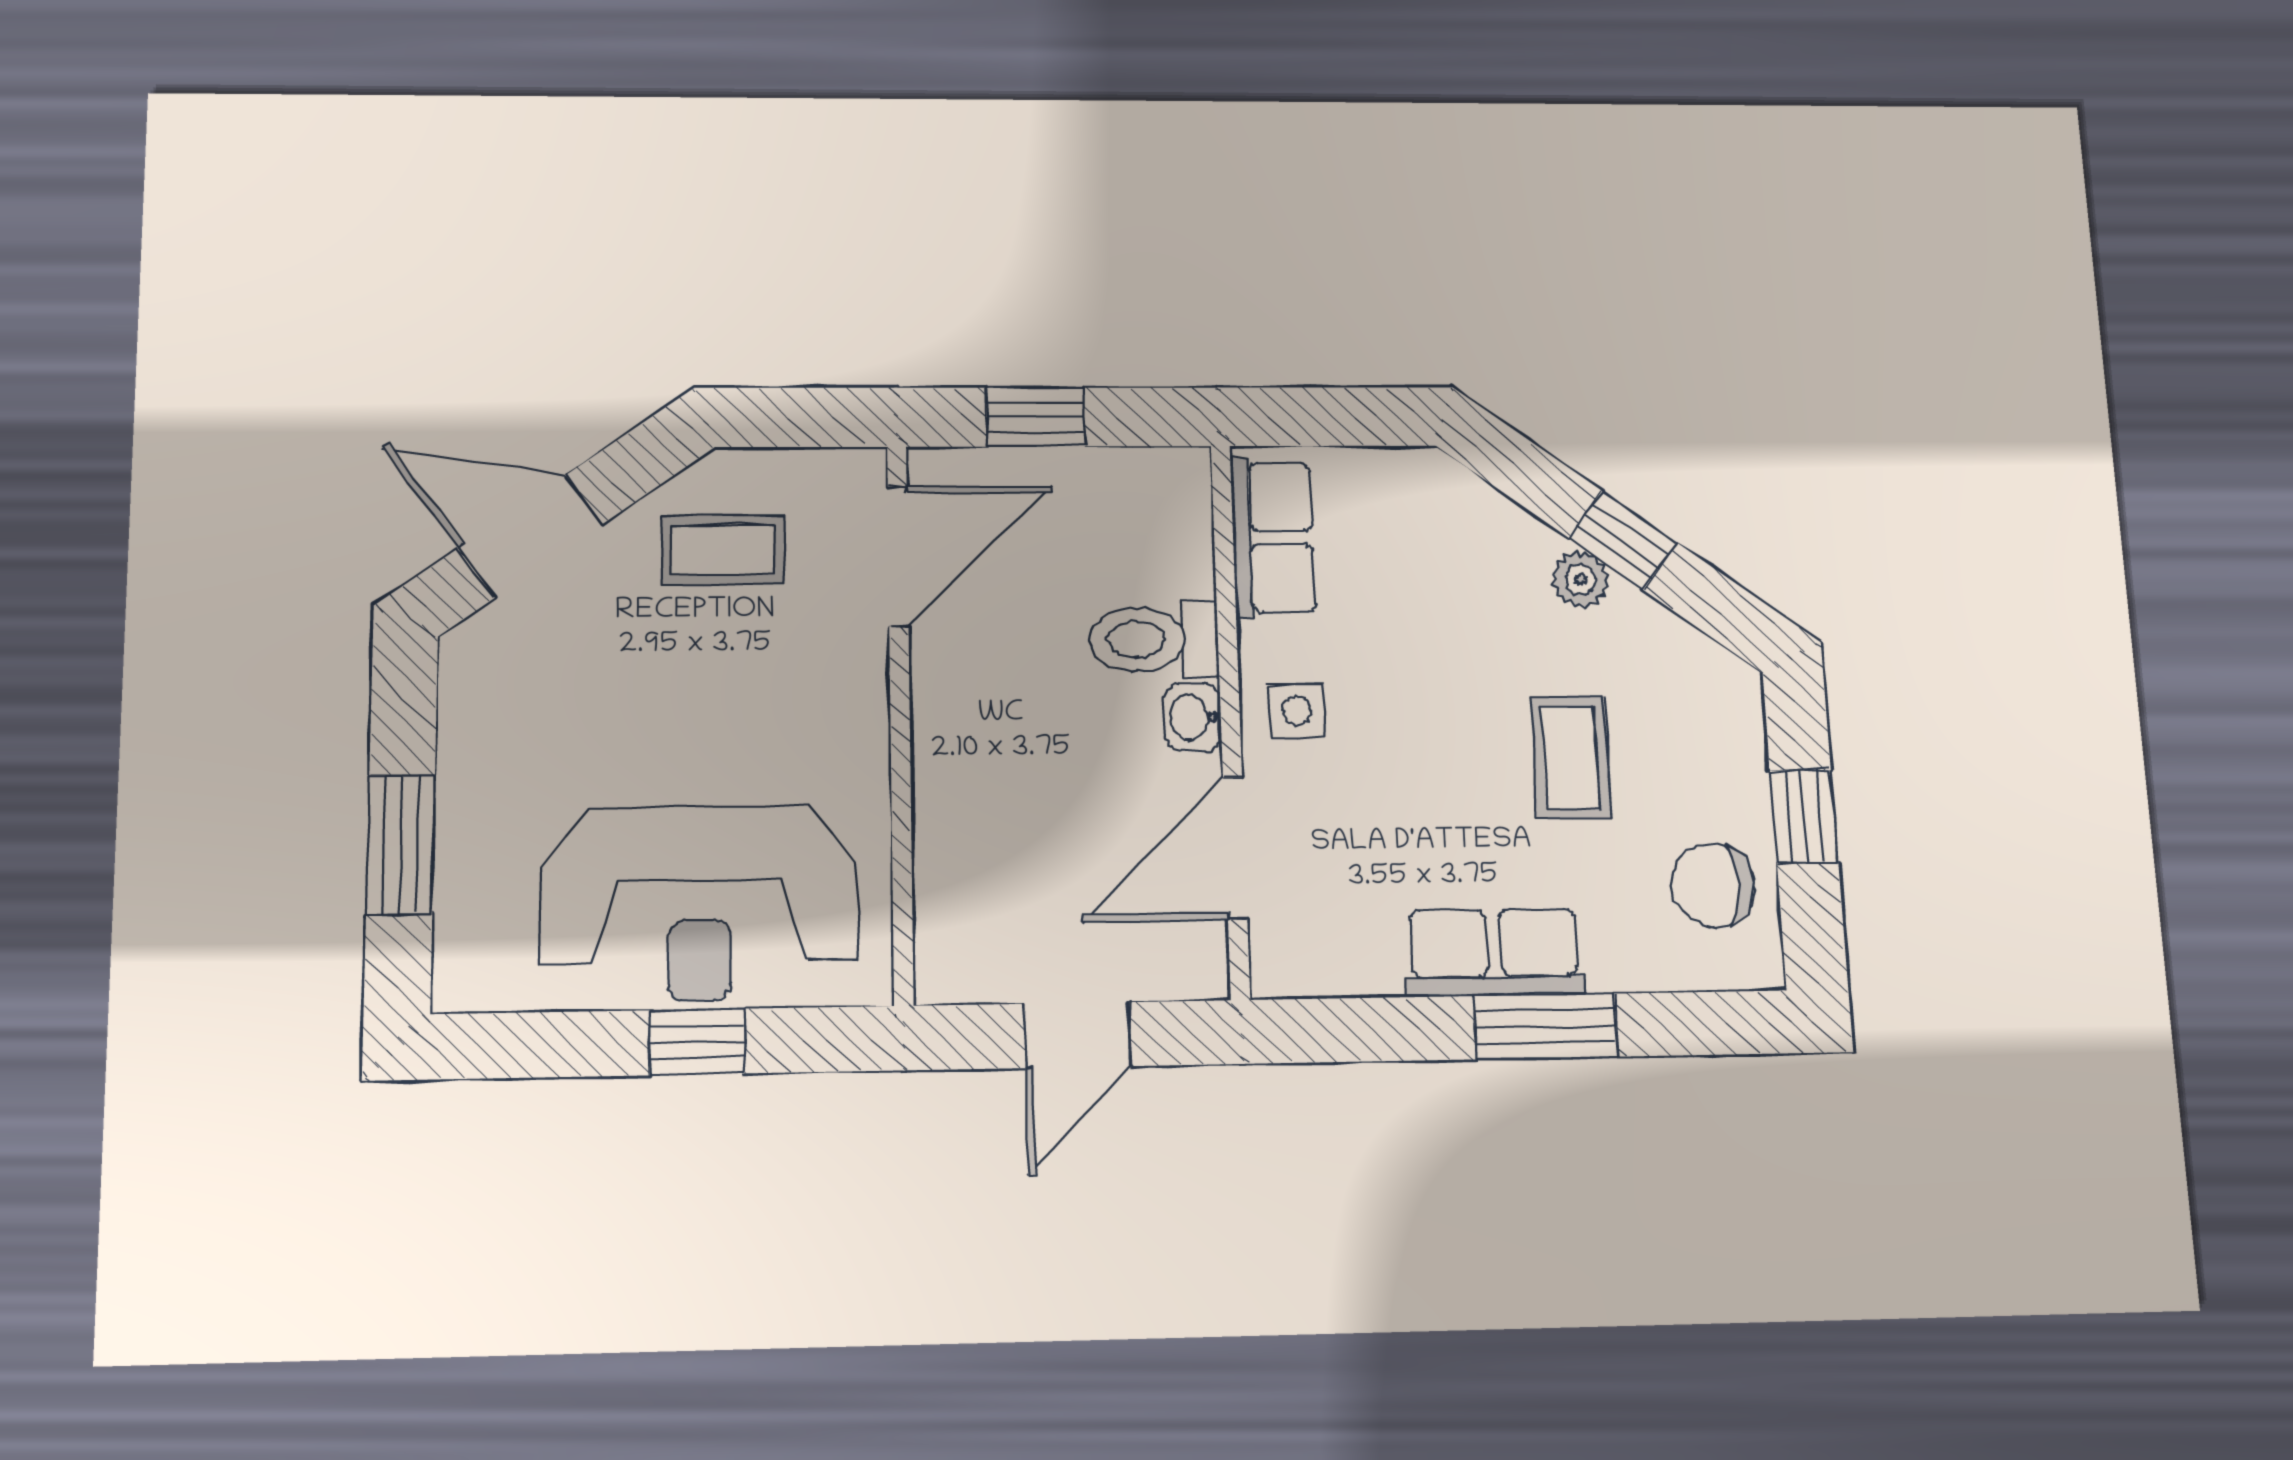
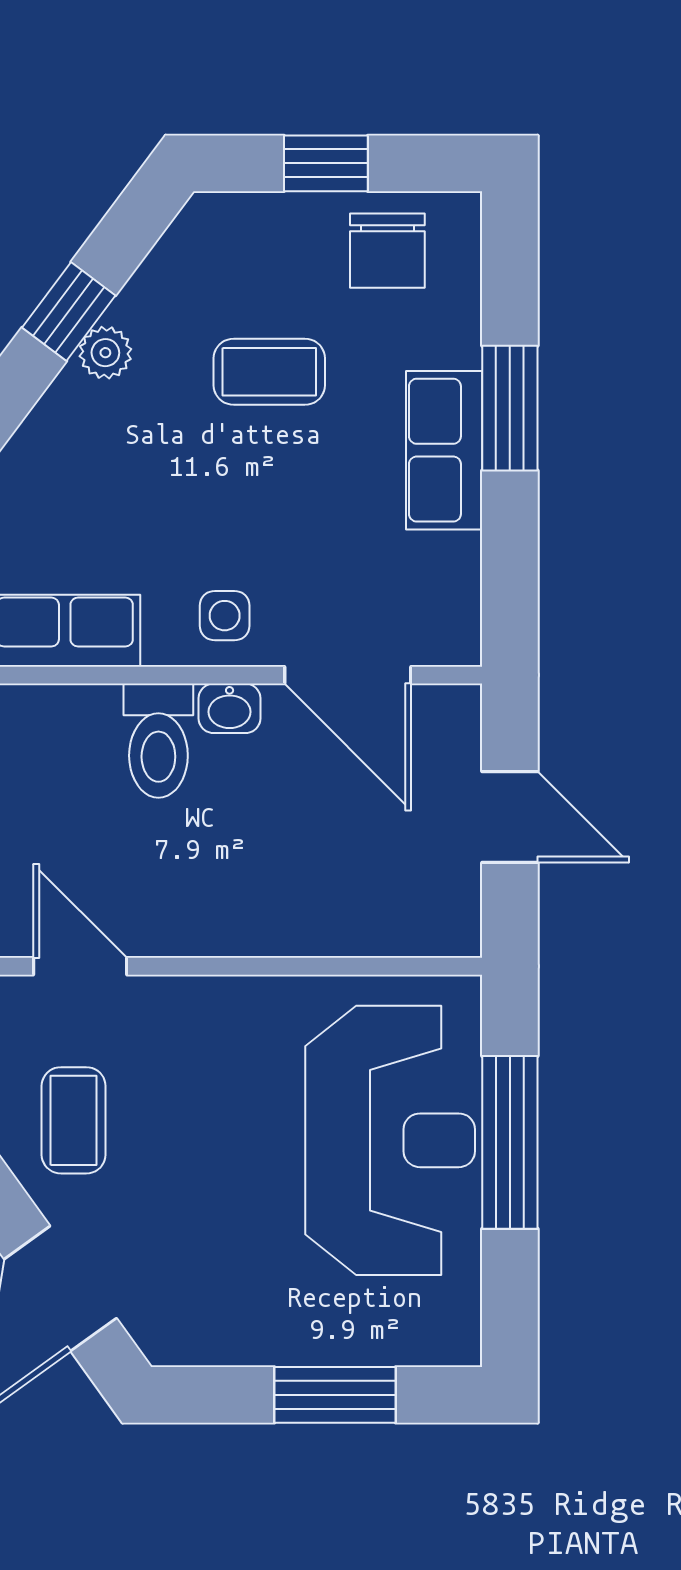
door: (898, 556) -> (80, 966), width x0.73
window: (697, 1042) -> (510, 1142), width x2.17

